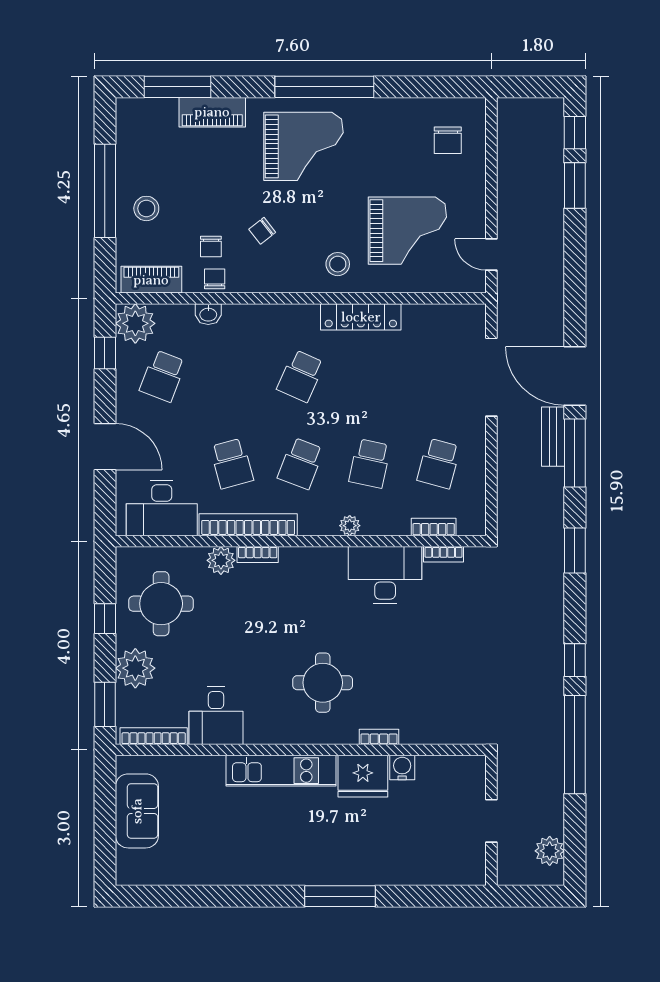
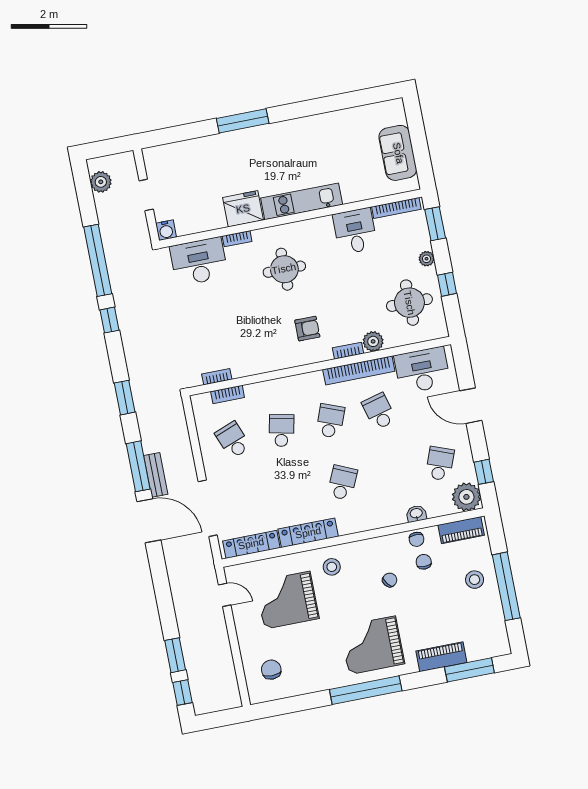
locker: (441, 316) -> (251, 544), added
school desk: (439, 463) -> (233, 440), turned -36
plant: (350, 526) -> (287, 384), removed
desk: (385, 575) -> (199, 262), moved, turned 180
armchair: (307, 596) -> (307, 329), added
plant: (135, 668) -> (427, 259), width x0.53, depth x0.53
water cooler: (402, 768) -> (166, 230), moved

